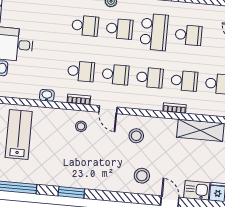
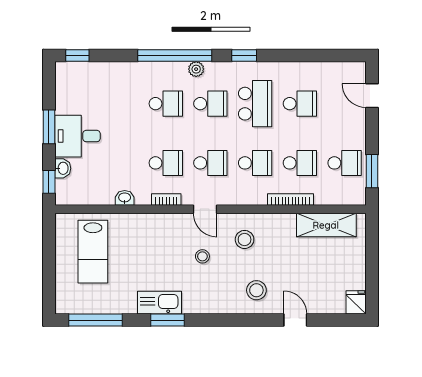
bookcase: (174, 108) -> (290, 199), width x1.56
stool: (81, 126) -> (202, 256), moved
lab bench: (19, 135) -> (93, 252), turned 180
kitchen sink: (197, 190) -> (159, 303), moved, width x1.38

